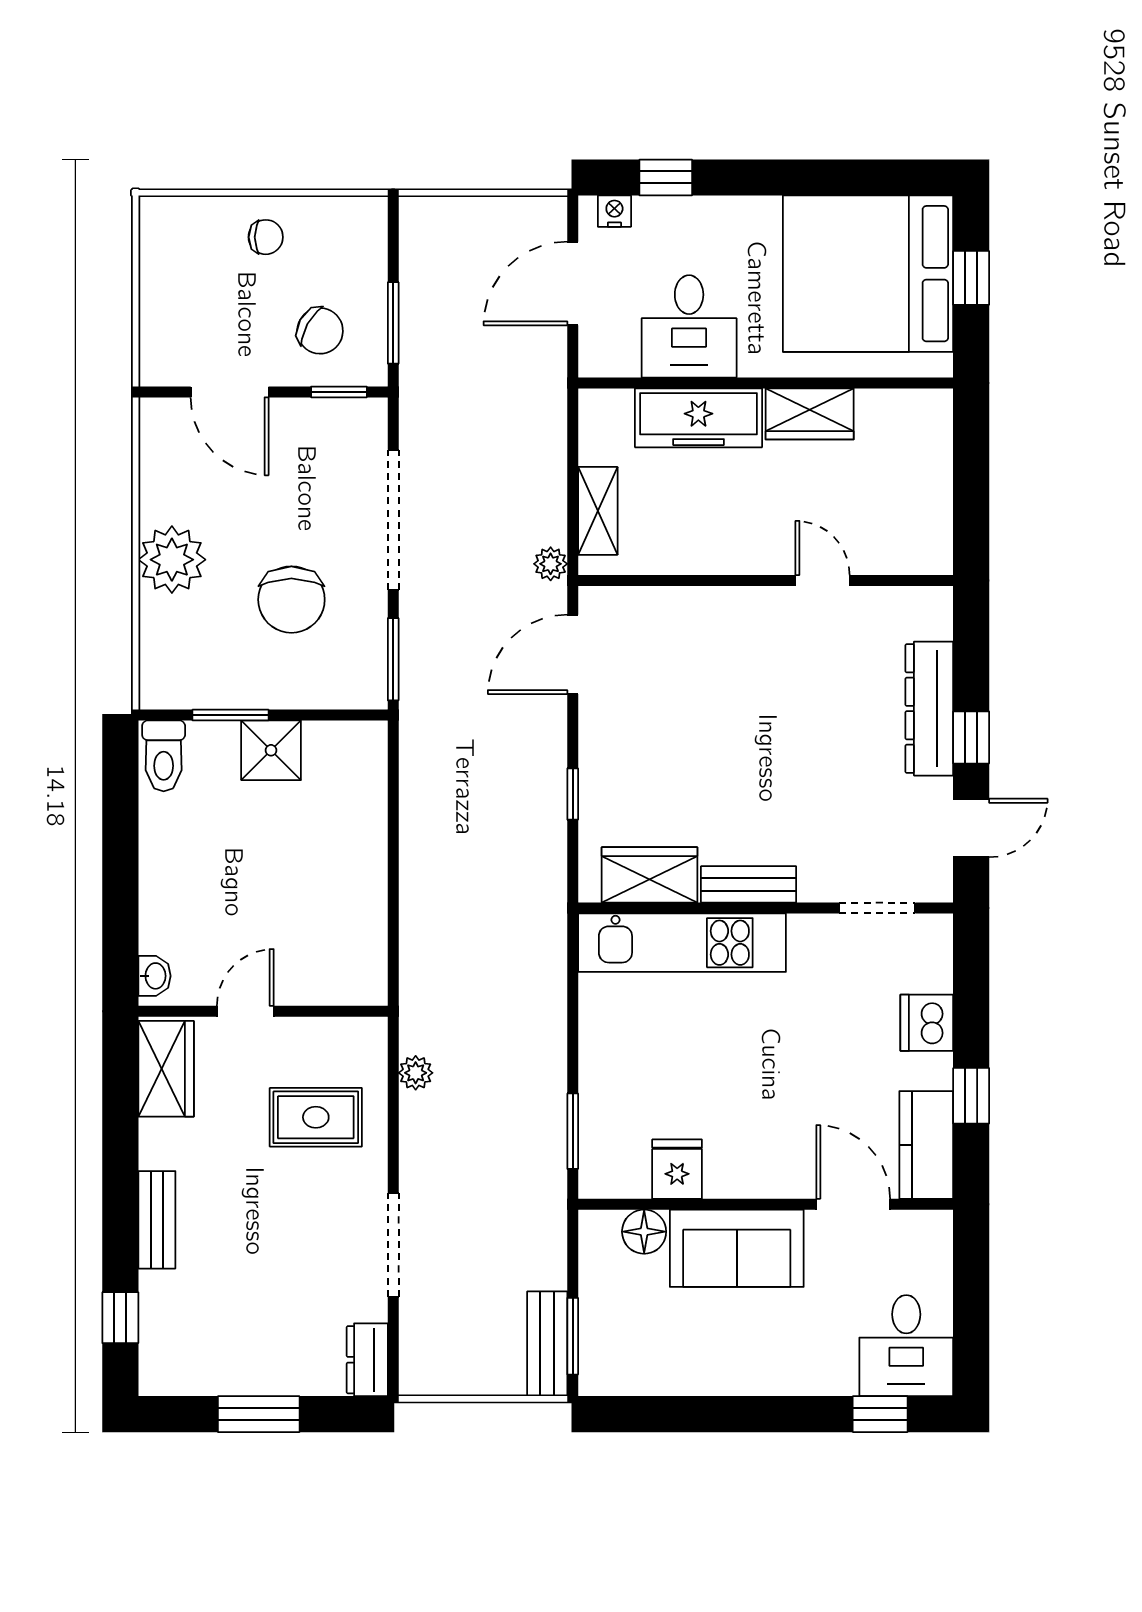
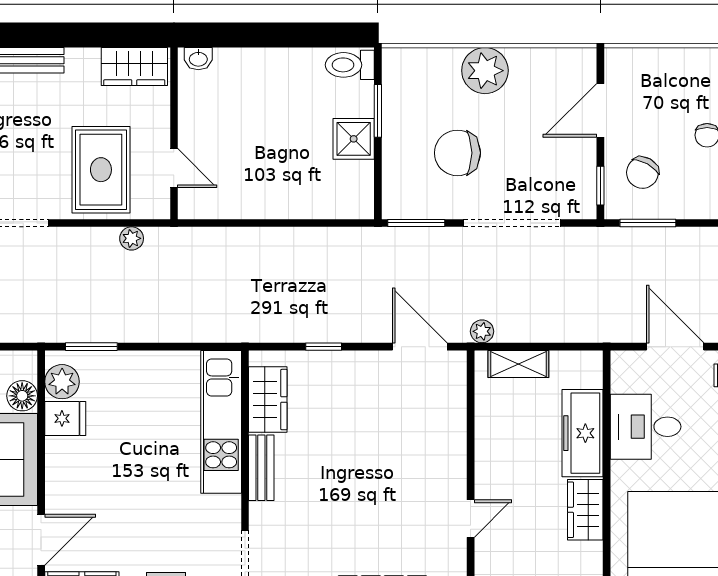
door: (245, 1011) -> (174, 168), moved
rug: (316, 1117) -> (101, 170), width x1.36, depth x1.43
plant: (624, 1174) -> (62, 382), added

